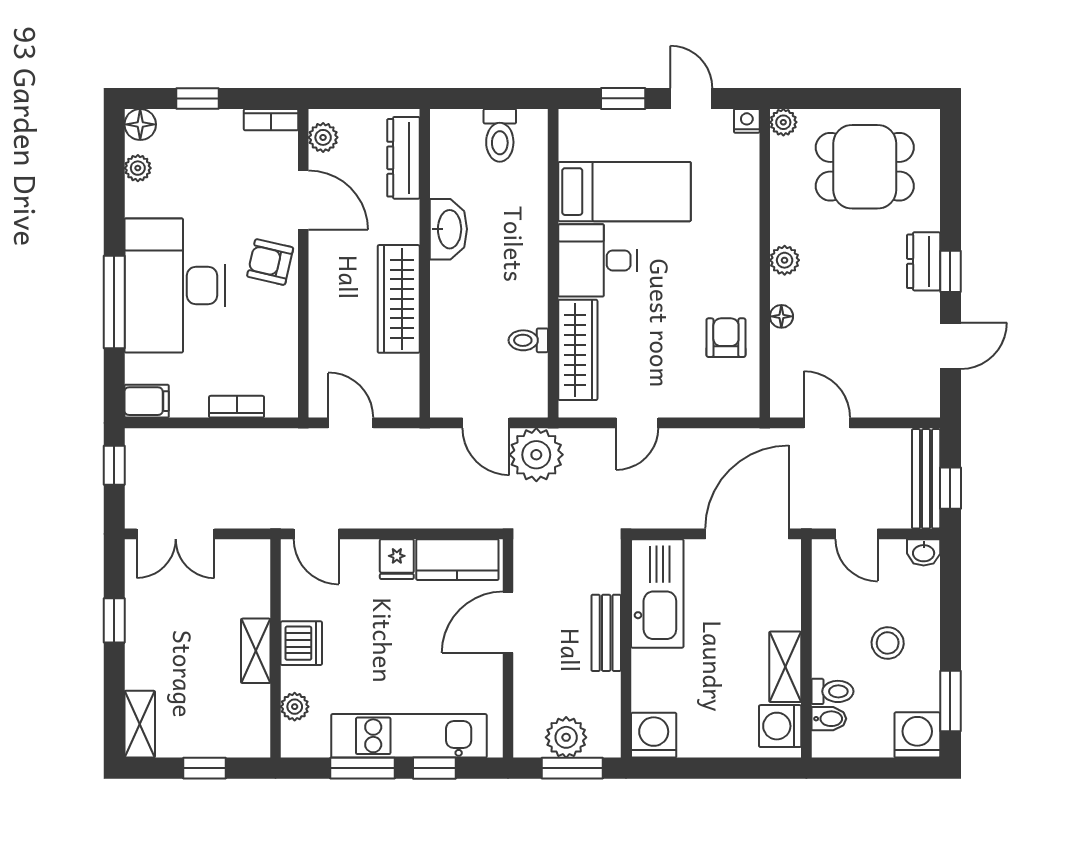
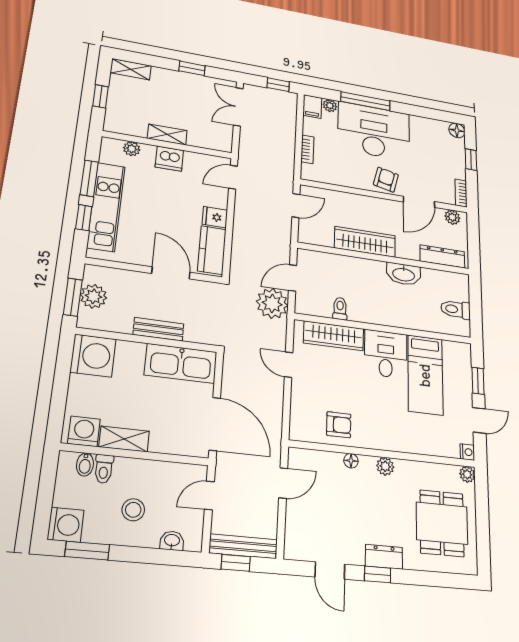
plant: (138, 168) -> (330, 106), moved
washbasin: (924, 552) -> (172, 541), moved, turned 90
washing machine: (654, 735) -> (93, 355), width x1.37, depth x1.37

